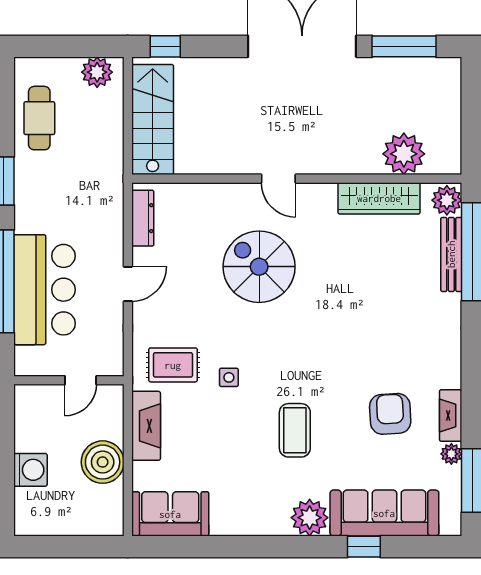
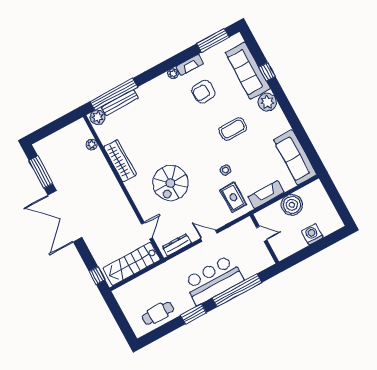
plant: (97, 72) -> (124, 299), removed
plant: (404, 154) -> (92, 145), width x0.53, depth x0.53
door: (278, 179) -> (147, 231), moved
wardrobe: (379, 198) -> (120, 161), moved
bar counter: (45, 290) -> (213, 280), moved
plant: (451, 454) -> (173, 74), moved
sofa: (170, 514) -> (295, 157), width x1.36

